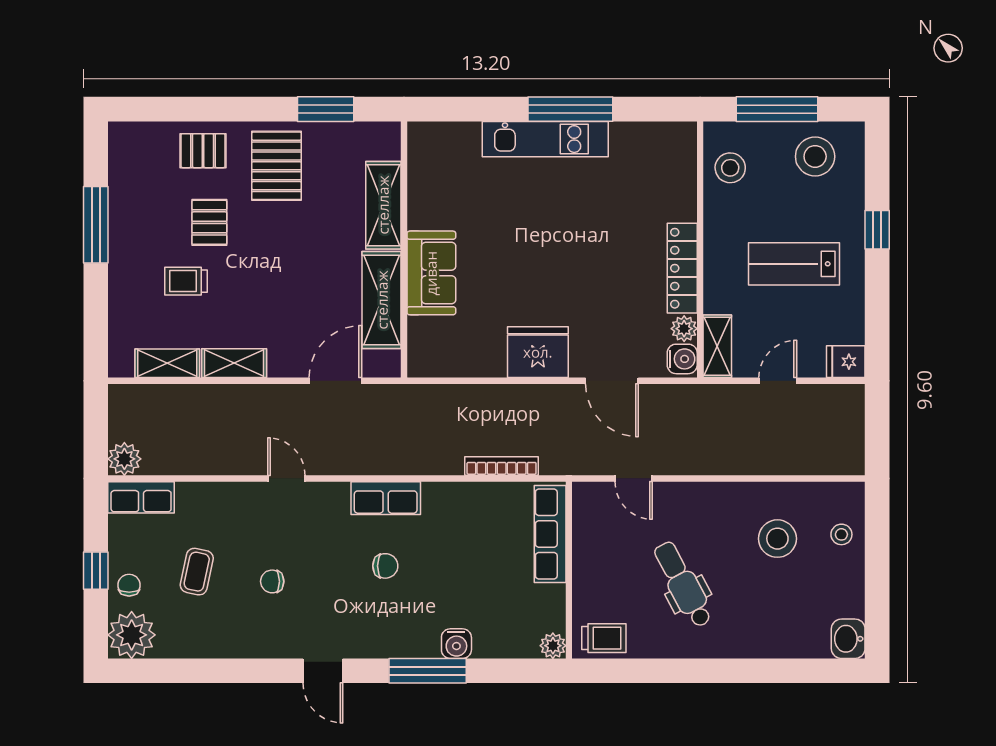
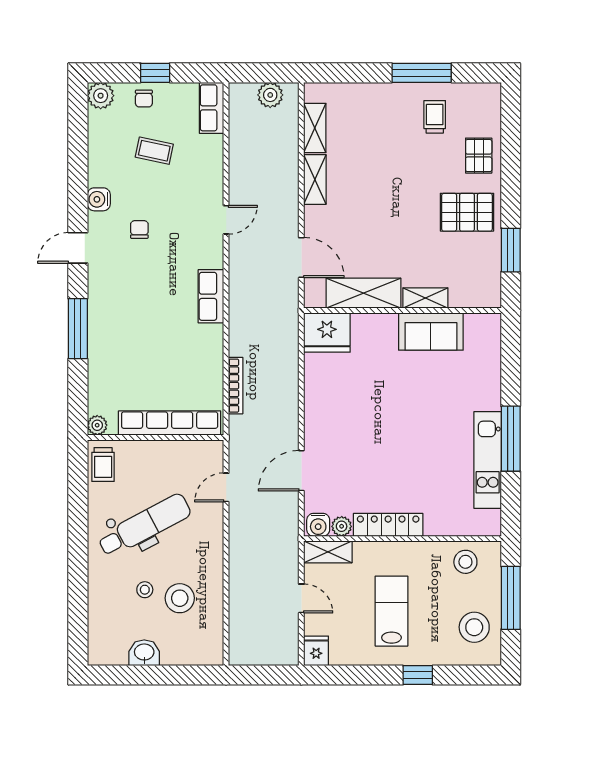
kitchen unit: (545, 139) -> (488, 460), moved
shelving: (383, 205) -> (425, 298), width x0.67, depth x0.75
pallet: (209, 222) -> (423, 160), removed
sofa: (431, 273) -> (431, 332), moved
trolley: (186, 281) -> (435, 117), moved
fridge: (538, 352) -> (327, 333), moved, turned 90
plant: (124, 459) -> (270, 95), moved
row of seats: (550, 534) -> (170, 423), width x1.36
stool: (841, 534) -> (145, 590), moved
chair: (385, 566) -> (159, 296), removed
chair: (272, 581) -> (139, 229), moved
dental chair: (683, 584) -> (144, 525), width x1.36, depth x1.38
chair: (129, 585) -> (144, 99), turned 90
plant: (132, 635) -> (101, 96), width x0.73, depth x0.73
washbasin: (848, 639) -> (144, 653), moved
water cooler: (456, 644) -> (99, 199), moved

